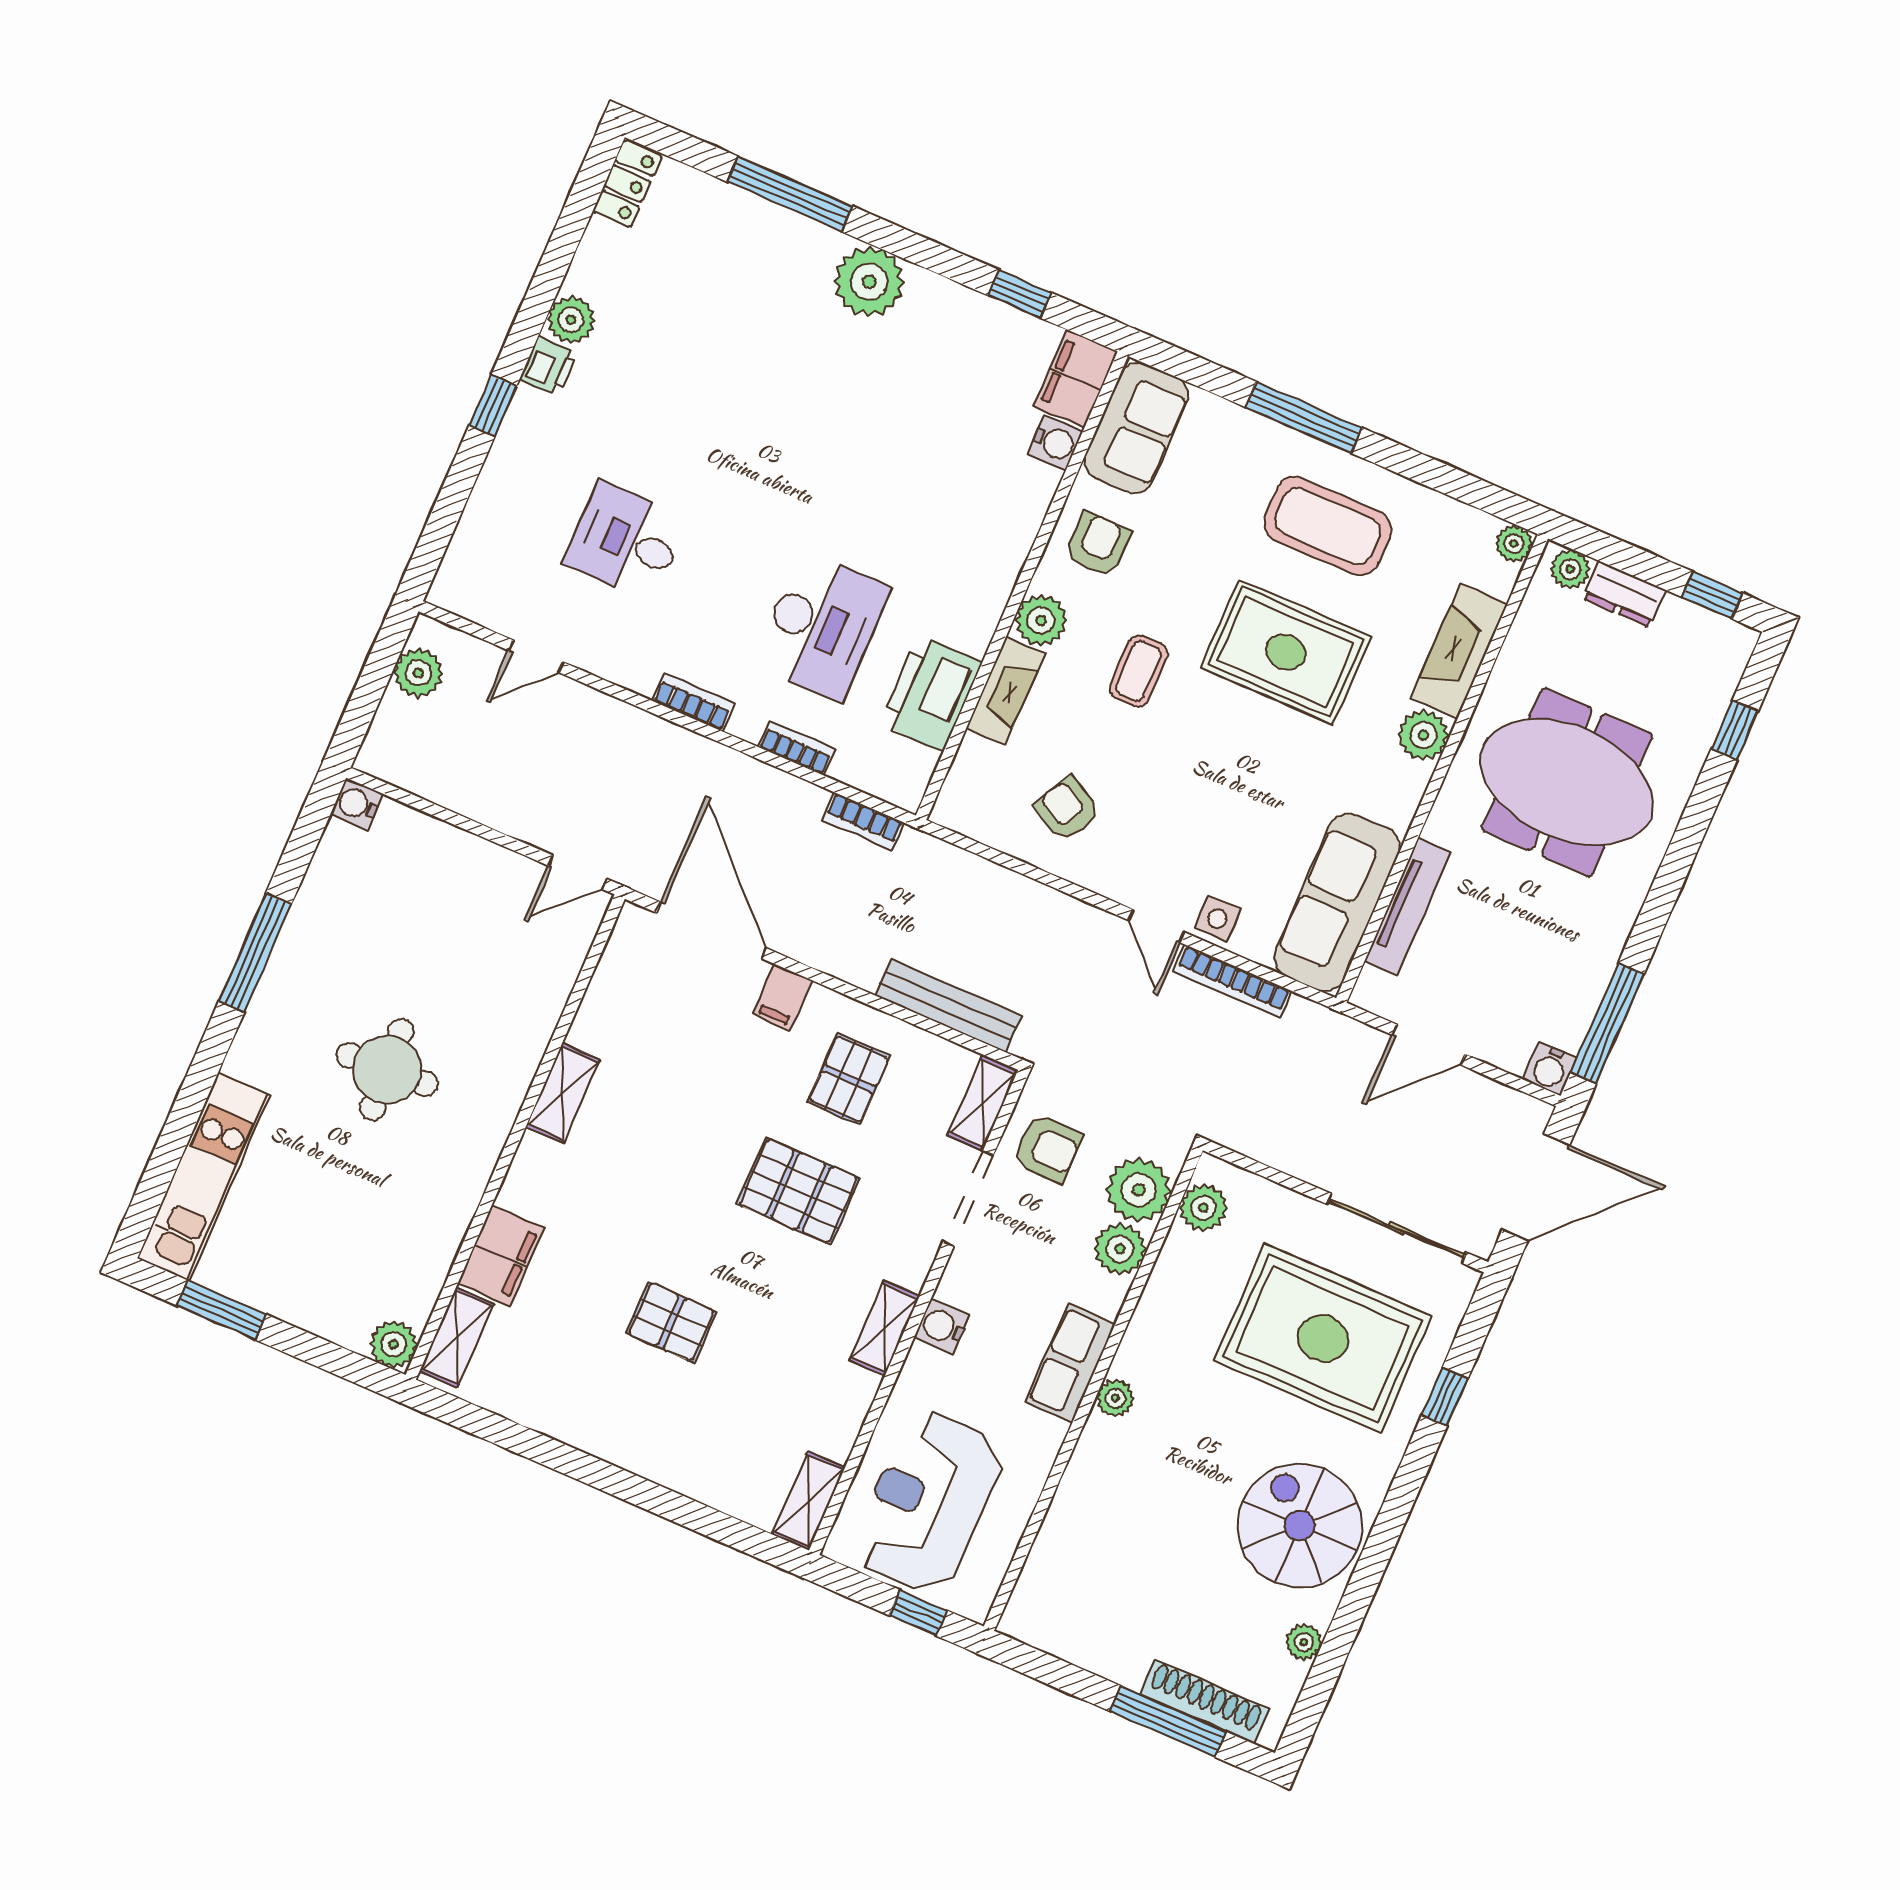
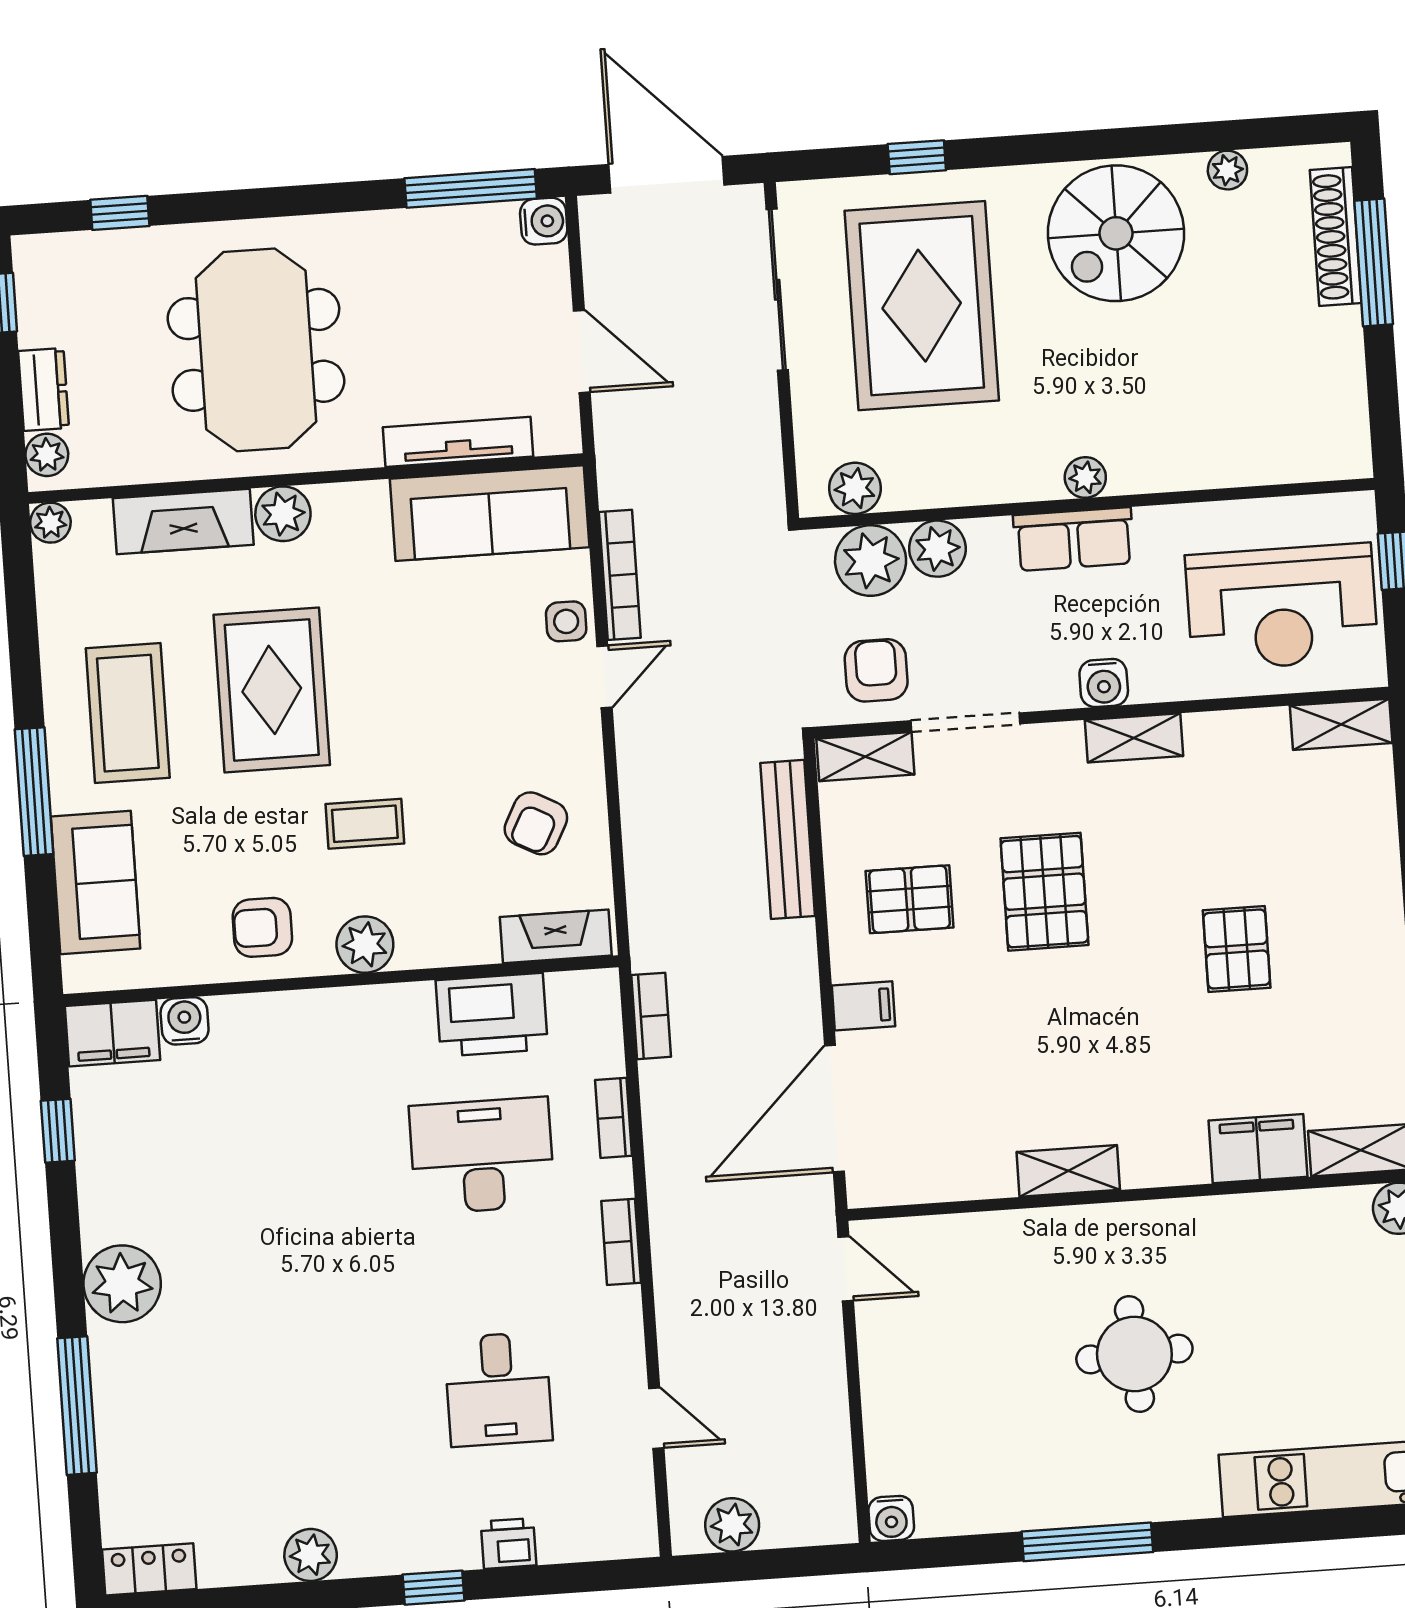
printer: (549, 366) -> (509, 1543), moved
sofa: (1136, 428) -> (96, 883), moved, turned 90
fireplace: (1005, 691) -> (556, 936), moved

